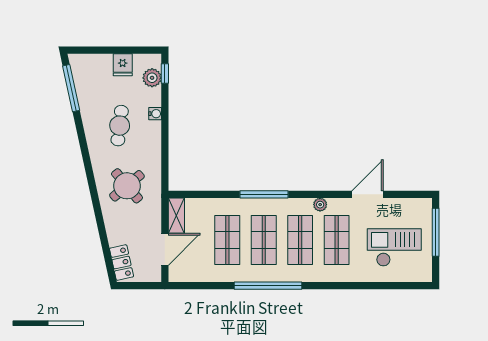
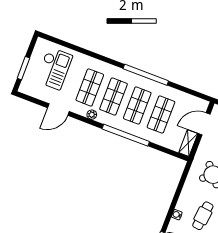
window: (264, 194) -> (126, 135), width x1.46
window: (436, 232) -> (23, 68), width x0.69
checkout: (394, 247) -> (54, 68), turned -90

